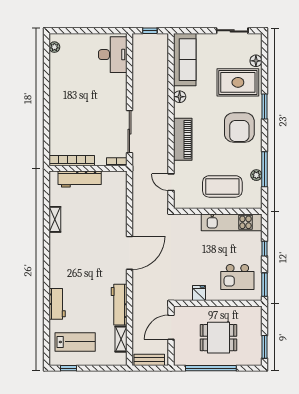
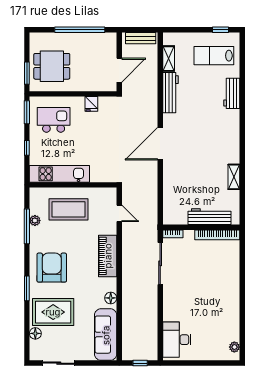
dining table: (218, 338) -> (52, 66), moved
window: (264, 347) -> (27, 73), moved

